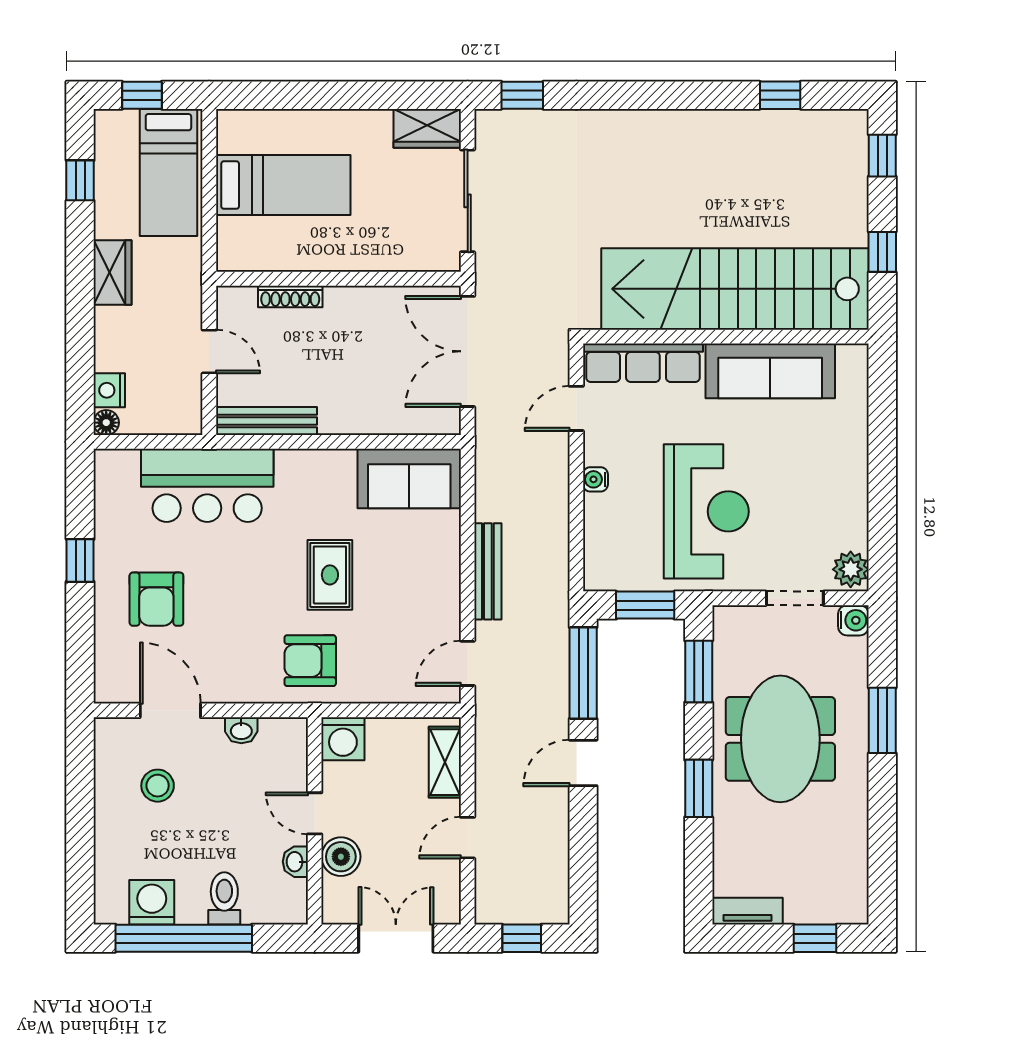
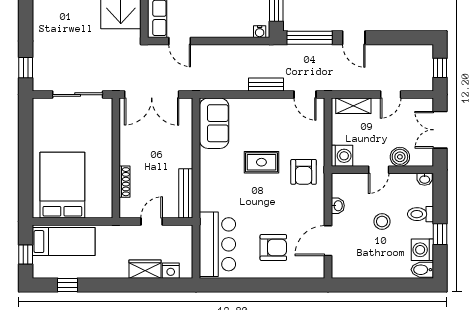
wardrobe: (427, 128) -> (42, 114), removed
bed: (283, 185) -> (62, 185), width x1.50
wardrobe: (112, 272) -> (145, 269), moved
floor lamp: (106, 423) -> (187, 272), removed
water cooler: (595, 479) -> (260, 32), moved
bar counter: (207, 485) -> (217, 244), moved
window: (80, 560) -> (254, 285), removed
bench: (488, 571) -> (266, 85), width x0.73
stool: (158, 786) -> (382, 222), moved
door: (468, 838) -> (391, 95), hinge flipped
washbasin: (295, 862) -> (425, 179), moved
bidet: (111, 902) -> (422, 270), added
window: (184, 938) -> (440, 234), width x0.32

